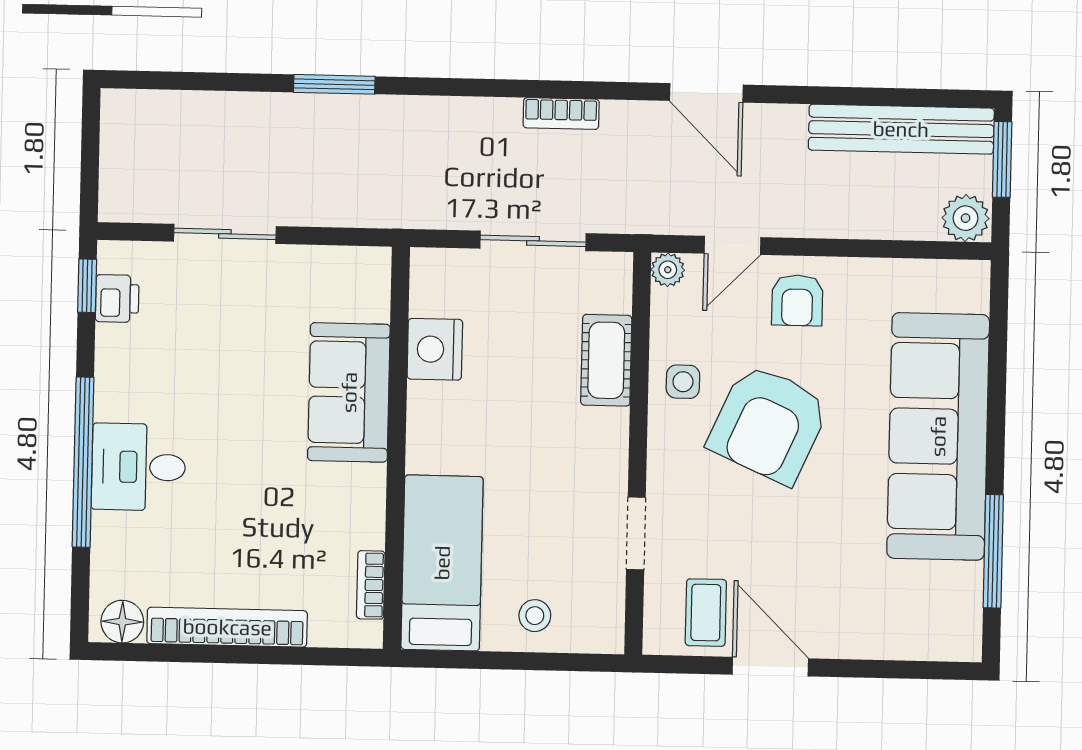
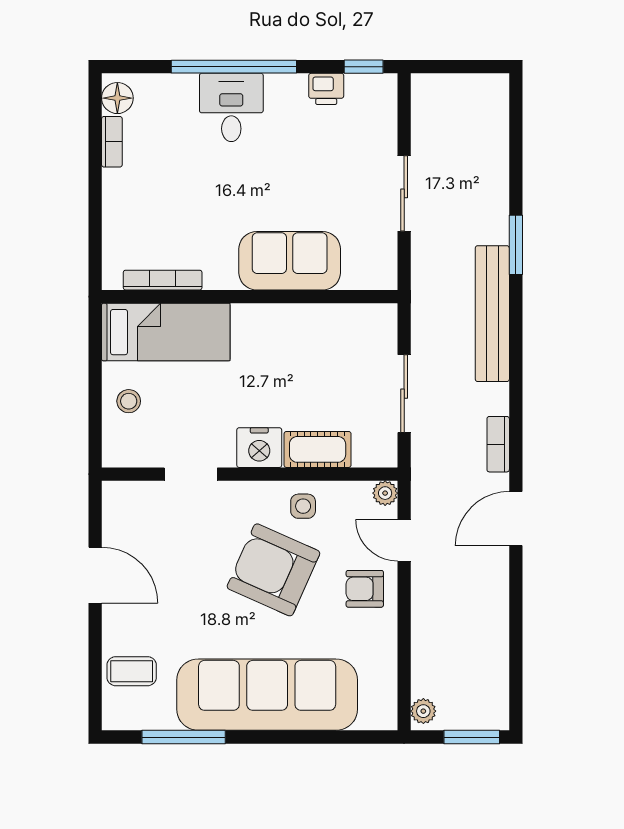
bookcase: (561, 114) -> (498, 444), moved
bench: (901, 129) -> (492, 314), moved
plant: (966, 218) -> (423, 711), width x0.73, depth x0.73
sliding door: (225, 234) -> (404, 193), moved
printer: (117, 299) -> (326, 89), moved
nightstand: (435, 349) -> (259, 448), moved, turned 180
bookcase: (371, 585) -> (163, 280), width x1.56
coffee table: (706, 613) -> (132, 671), moved
bookcase: (227, 627) -> (112, 142), width x0.43, depth x0.76
door: (770, 667) -> (95, 575), hinge flipped

